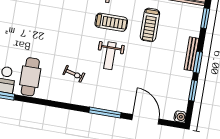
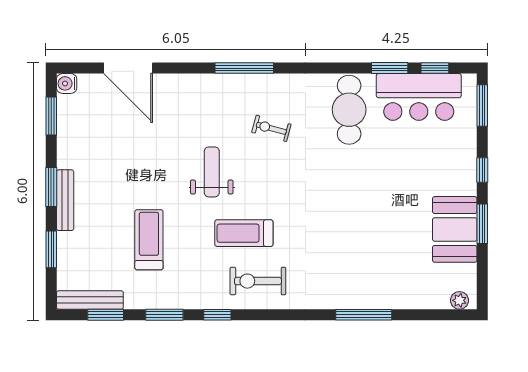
window: (205, 18) -> (51, 249), moved
treadmill: (111, 22) -> (244, 233), moved
window: (193, 91) -> (51, 116), moved
window: (105, 113) -> (244, 68), moved

